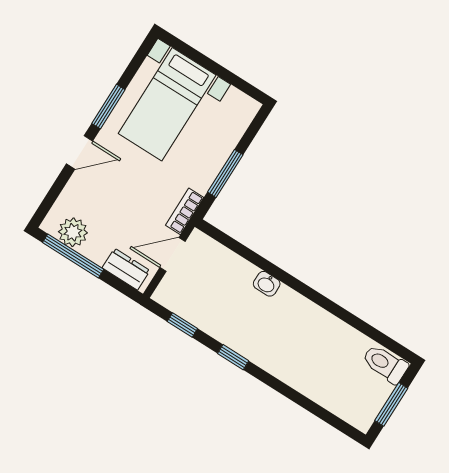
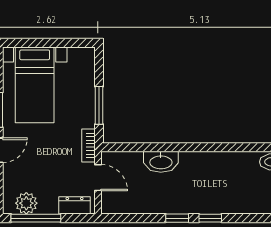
door: (172, 255) -> (98, 178), swing flipped
washbasin: (267, 284) -> (161, 162), width x1.91, depth x1.45
window: (182, 325) -> (210, 218), moved

